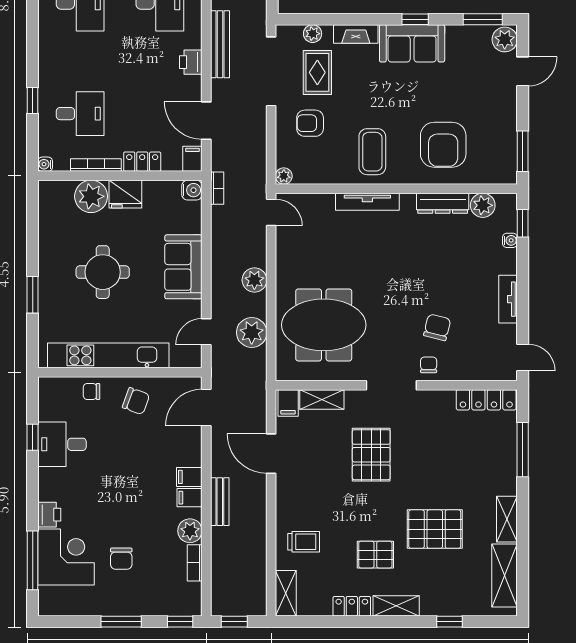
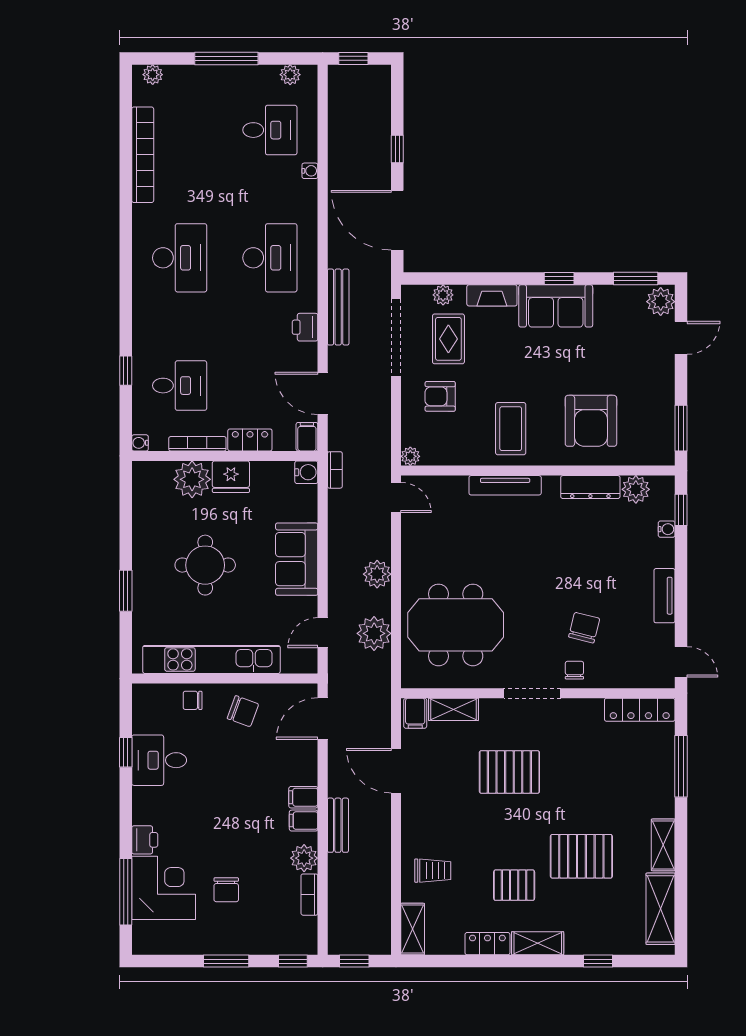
pallet: (371, 455) -> (509, 772), turned 90

